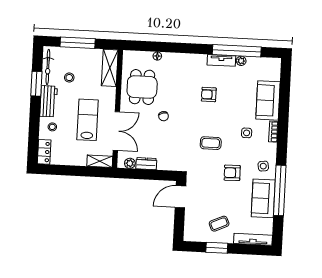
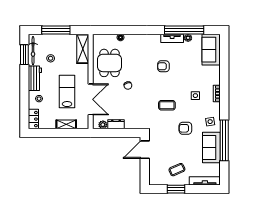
window: (36, 84) -> (24, 55), moved
sofa: (268, 100) -> (211, 50), moved
shelving: (100, 161) -> (66, 124), moved

